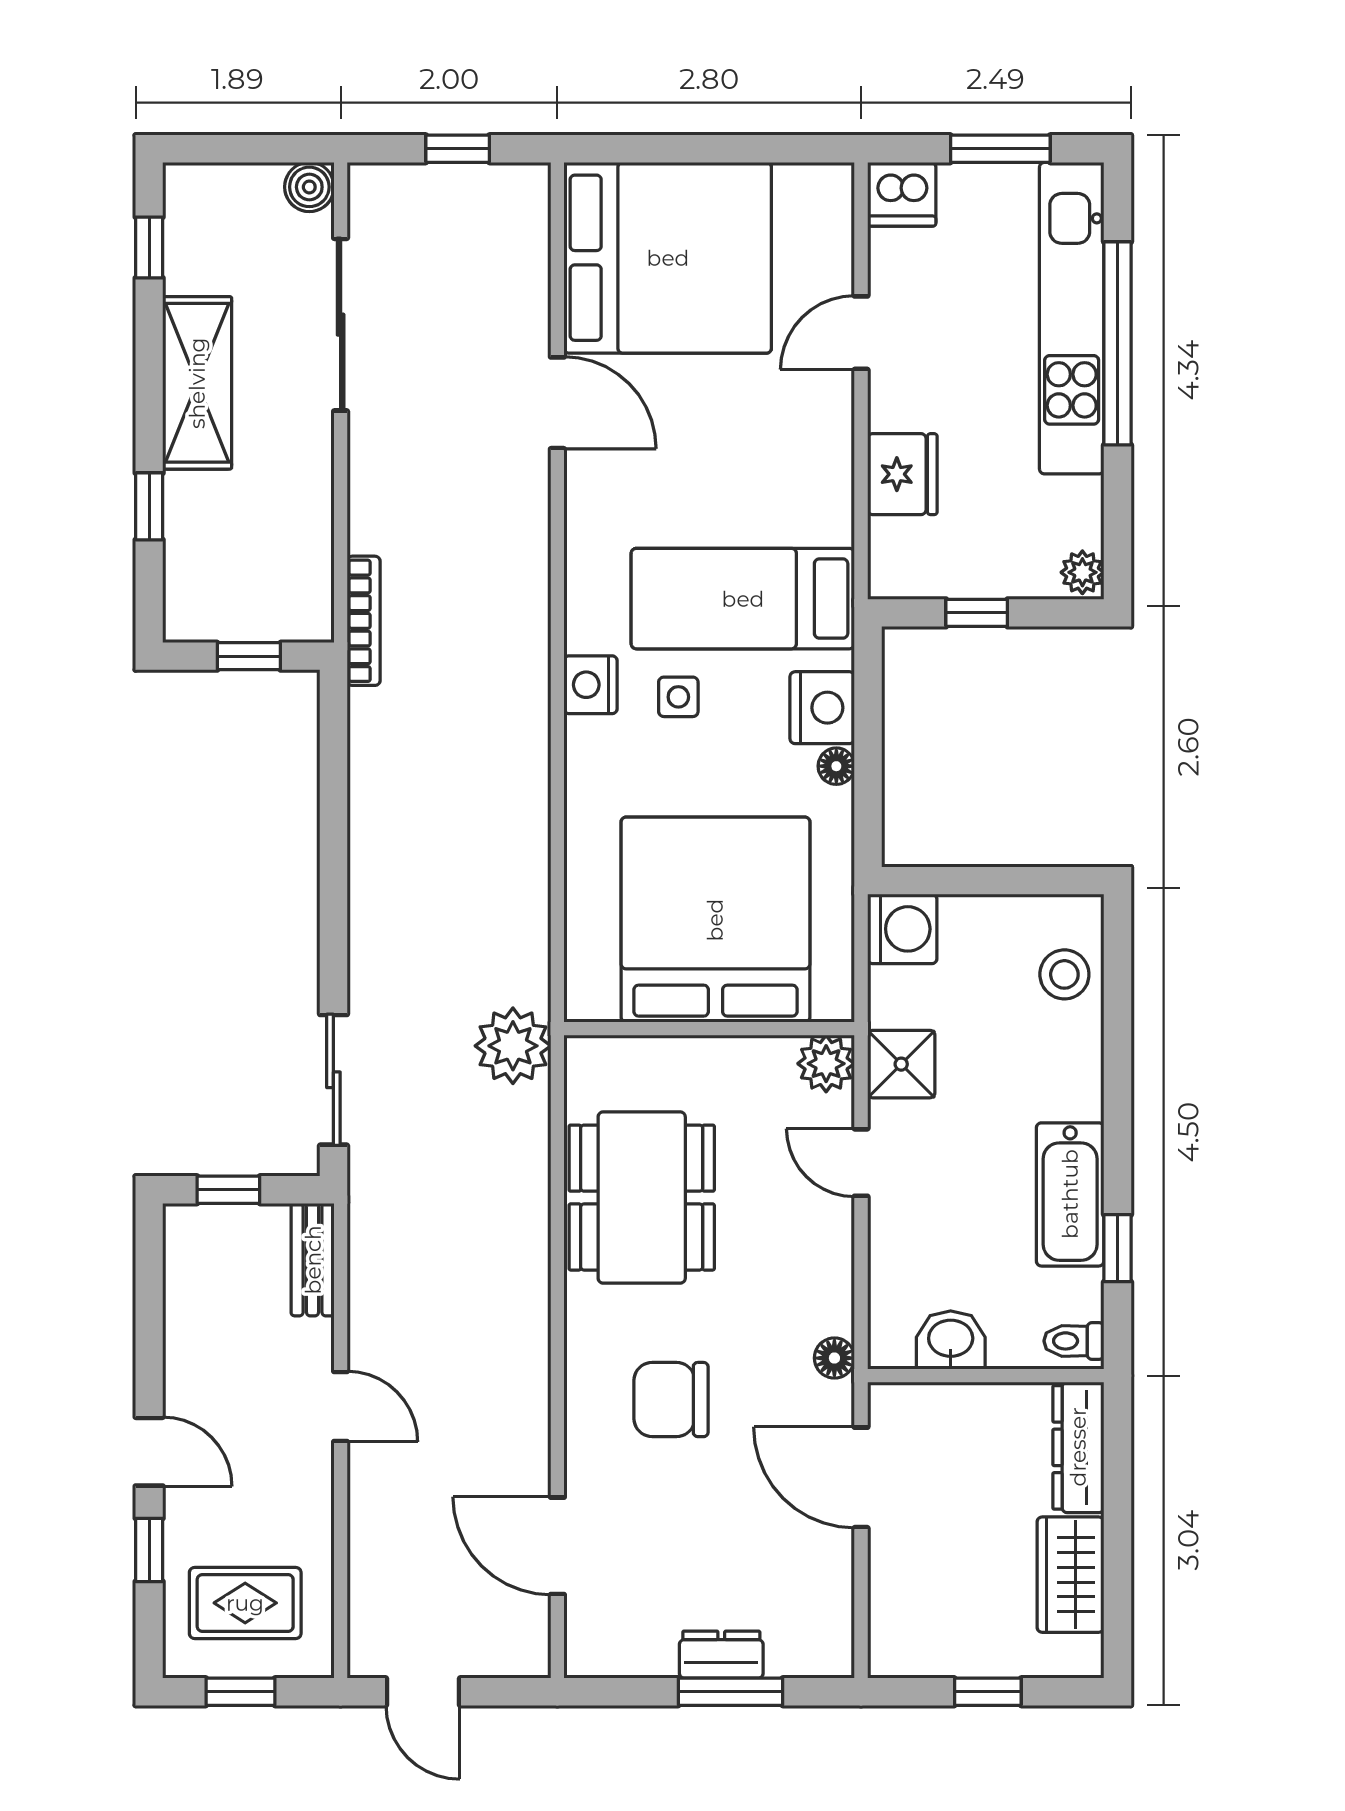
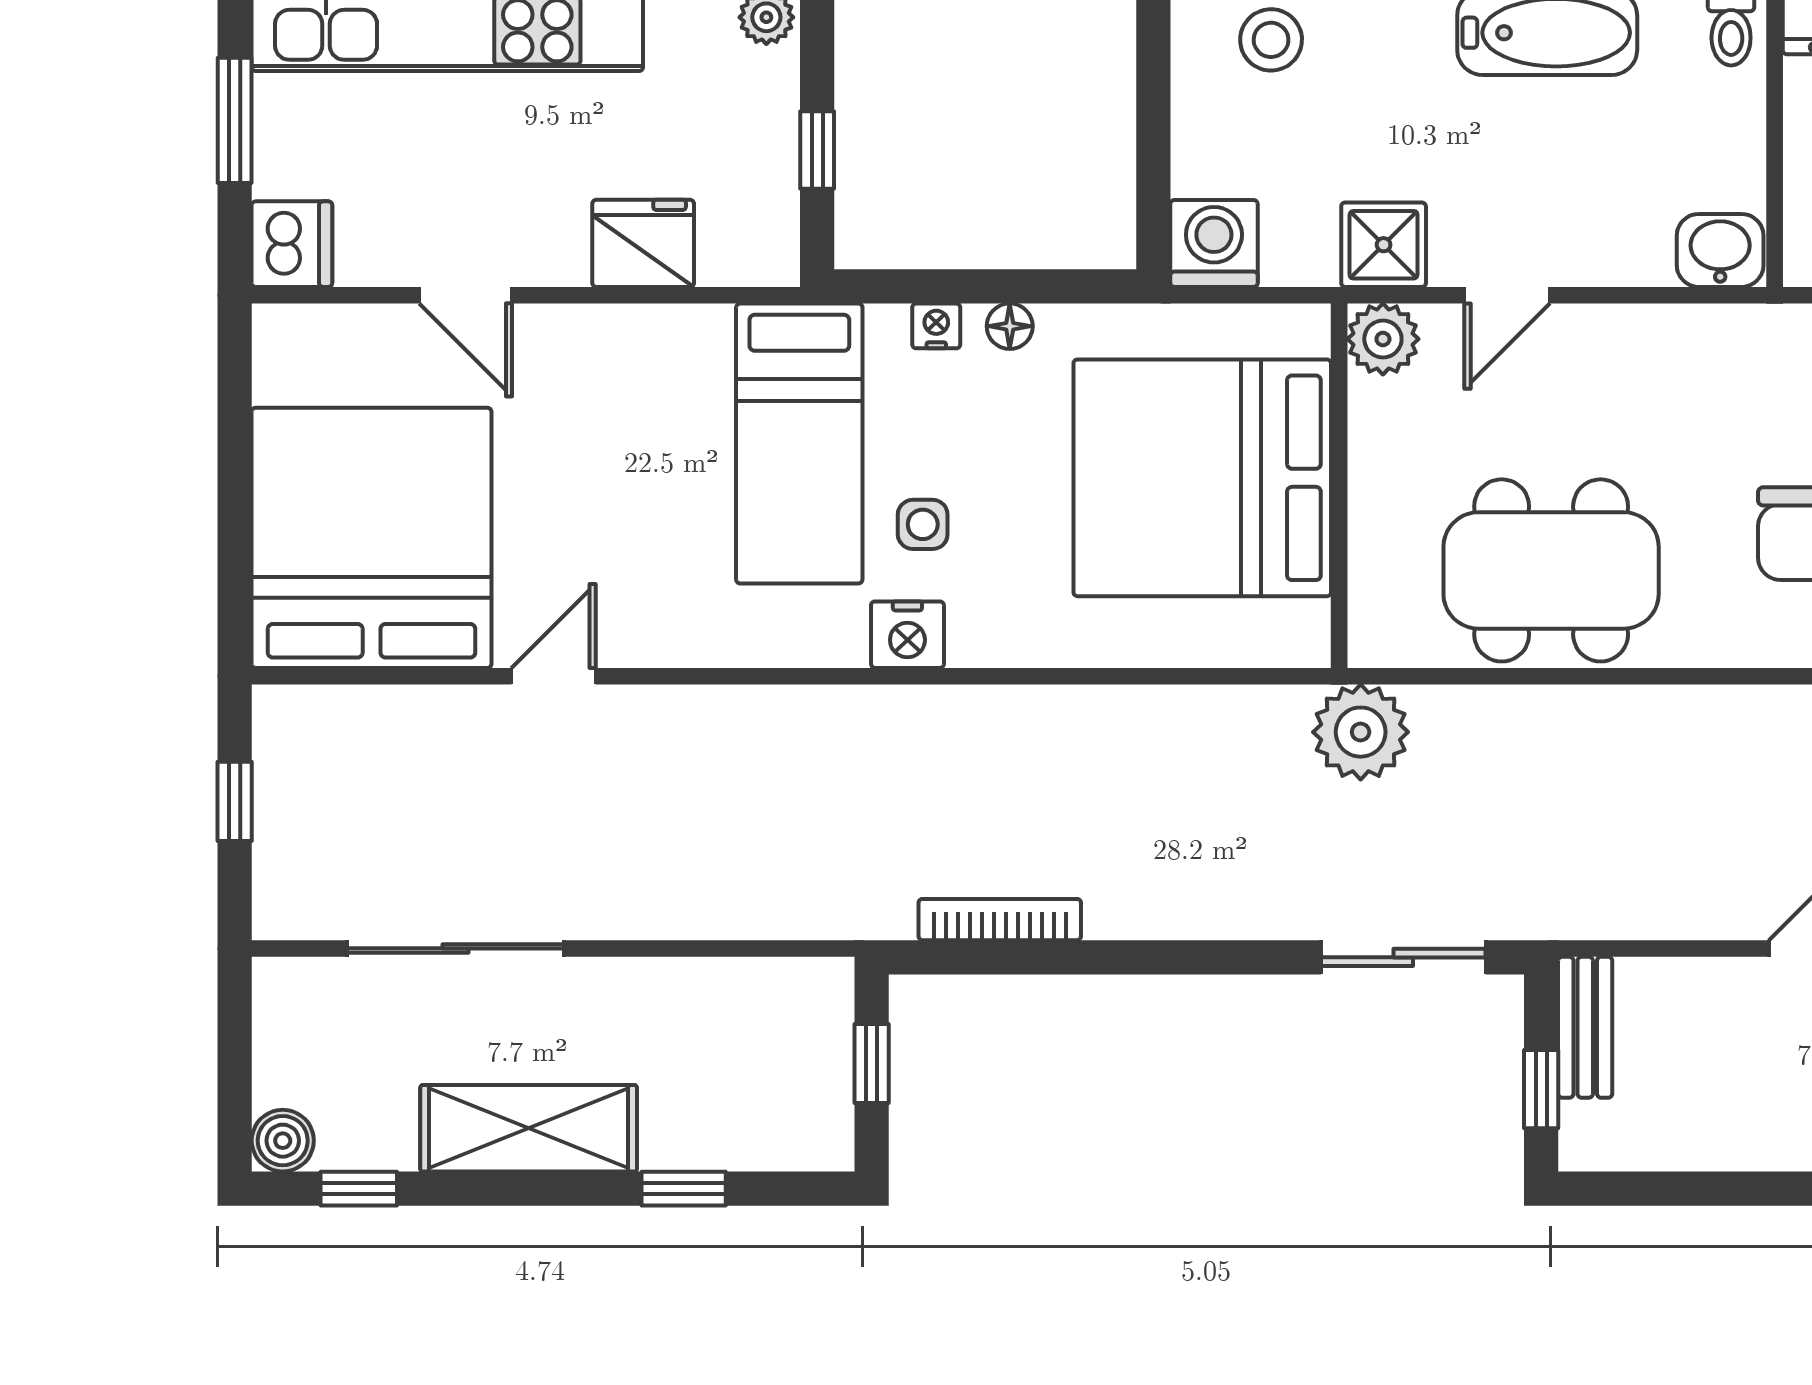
boiler: (309, 187) -> (283, 1141), moved
door: (557, 403) -> (554, 676), width x0.73
bookcase: (364, 621) -> (1000, 920), moved
nightstand: (822, 708) -> (936, 326), width x0.53, depth x0.56
bench: (313, 1260) -> (1585, 1027), moved, turned 90
washbasin: (951, 1340) -> (1720, 250), moved, turned 90
floor lamp: (834, 1358) -> (1752, 329), removed

